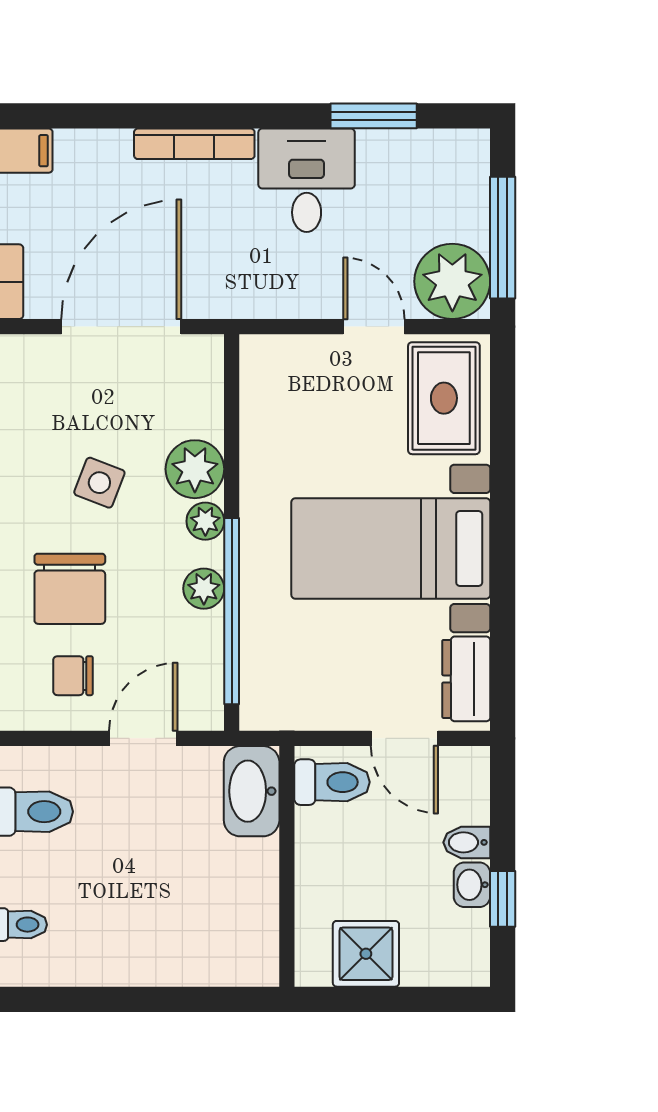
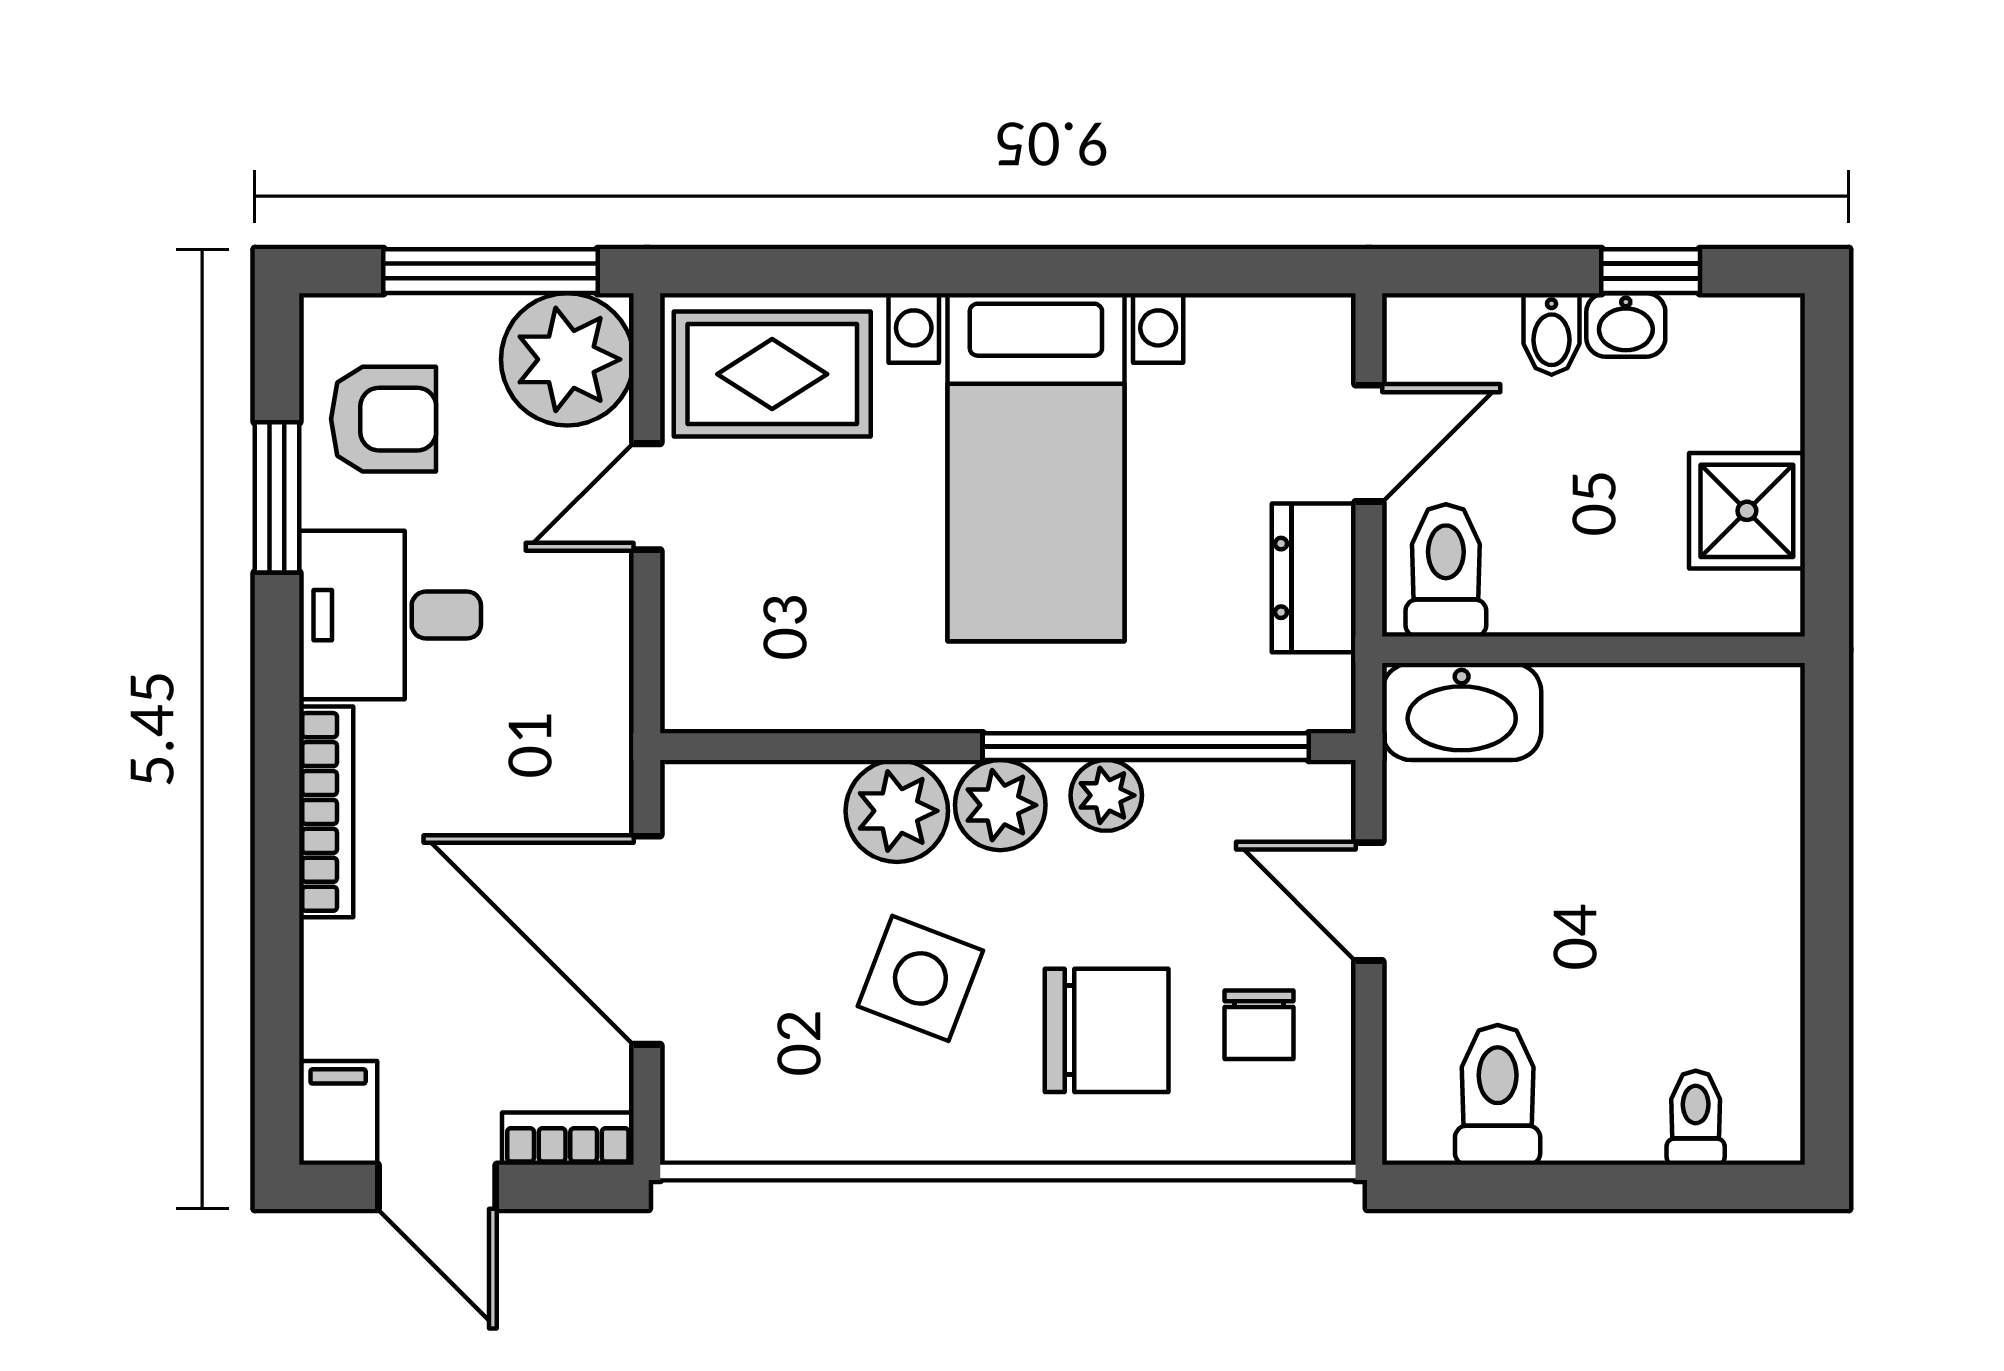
armchair: (418, 177) -> (384, 419), added
side table: (99, 483) -> (920, 978), width x1.37, depth x1.37
plant: (205, 521) -> (1000, 805), width x1.38, depth x1.38
dresser: (466, 679) -> (1314, 578), moved, turned 90

